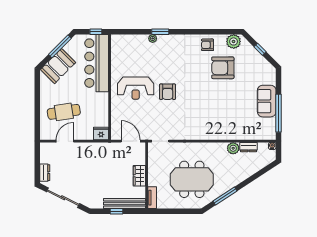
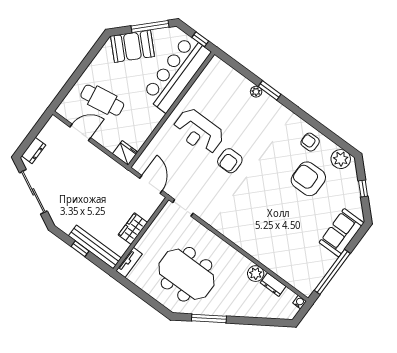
sofa: (267, 101) -> (342, 233), moved

